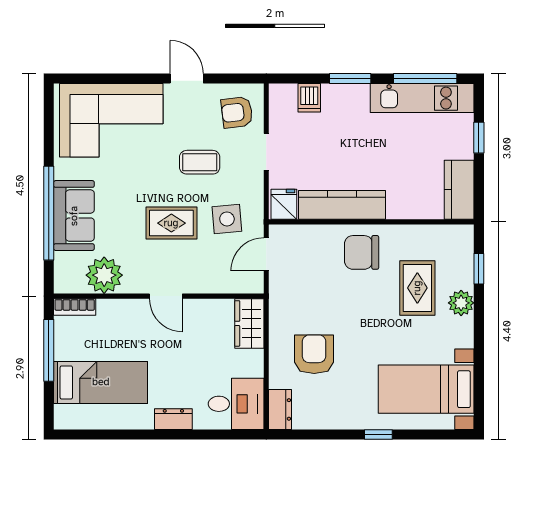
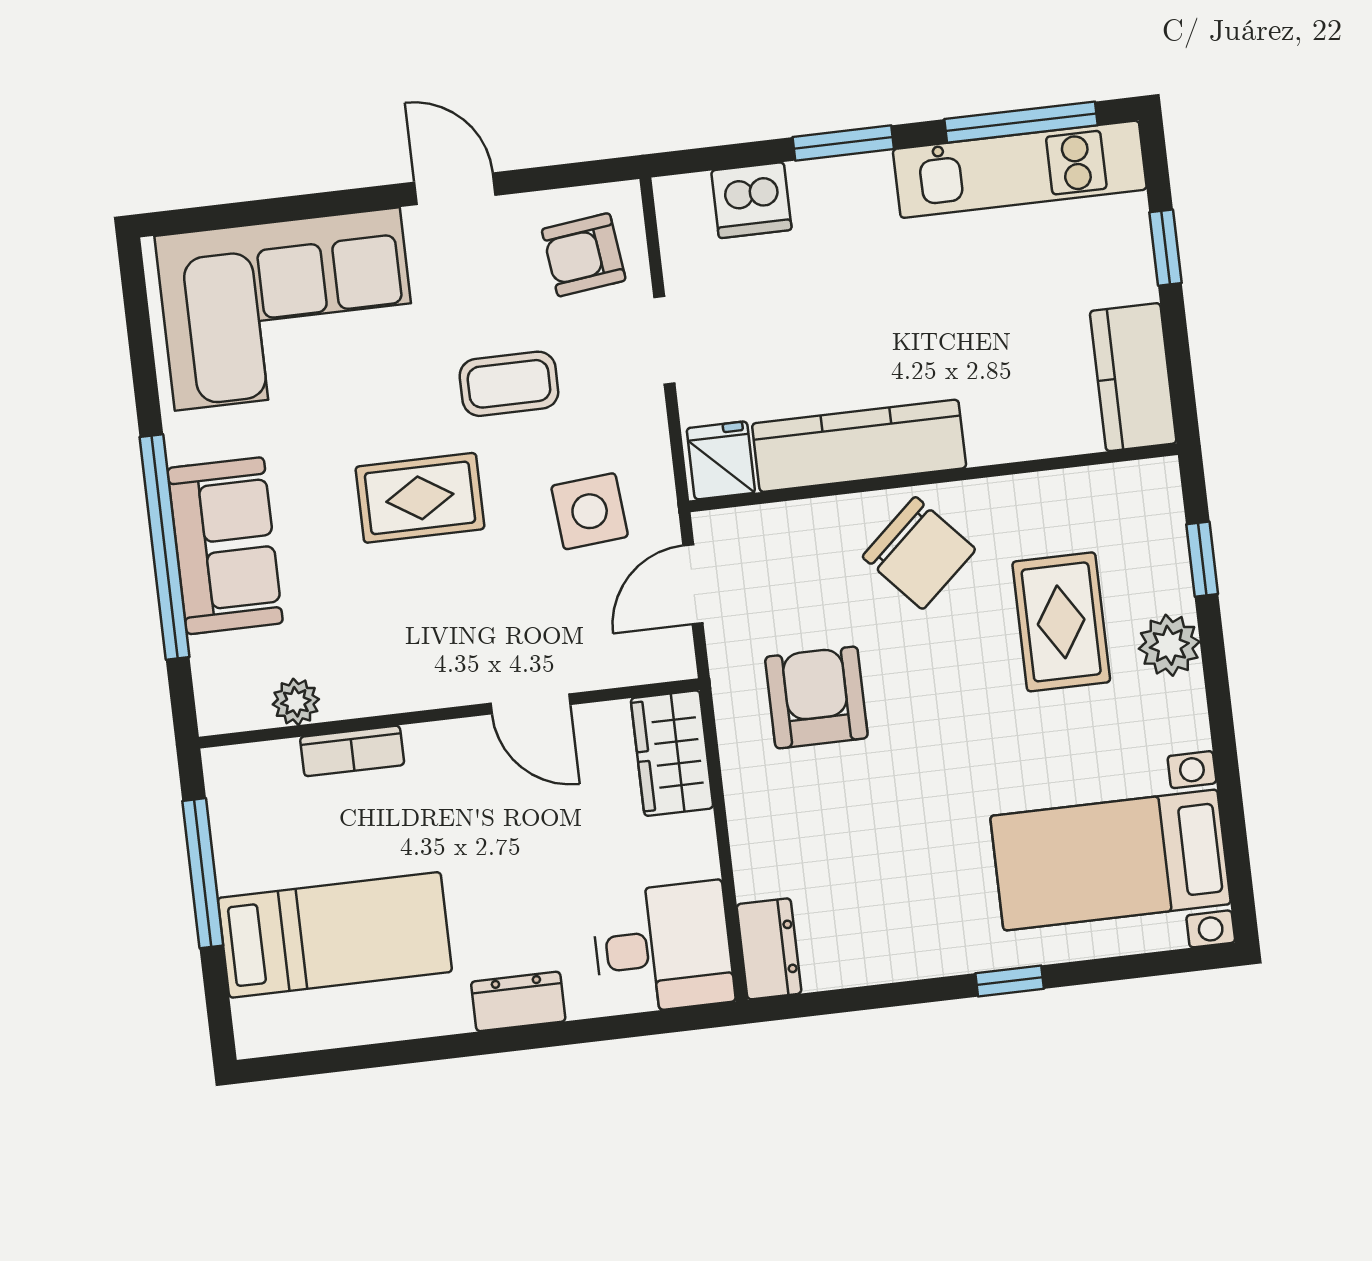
dishwasher: (309, 98) -> (751, 200), width x1.38
rug: (171, 223) -> (420, 498), moved
chair: (362, 252) -> (919, 553), turned -132
plant: (104, 275) -> (296, 702), width x0.53, depth x0.53
door: (166, 296) -> (530, 704), moved
bookcase: (75, 307) -> (352, 751), moved
armchair: (314, 354) -> (816, 697), moved

